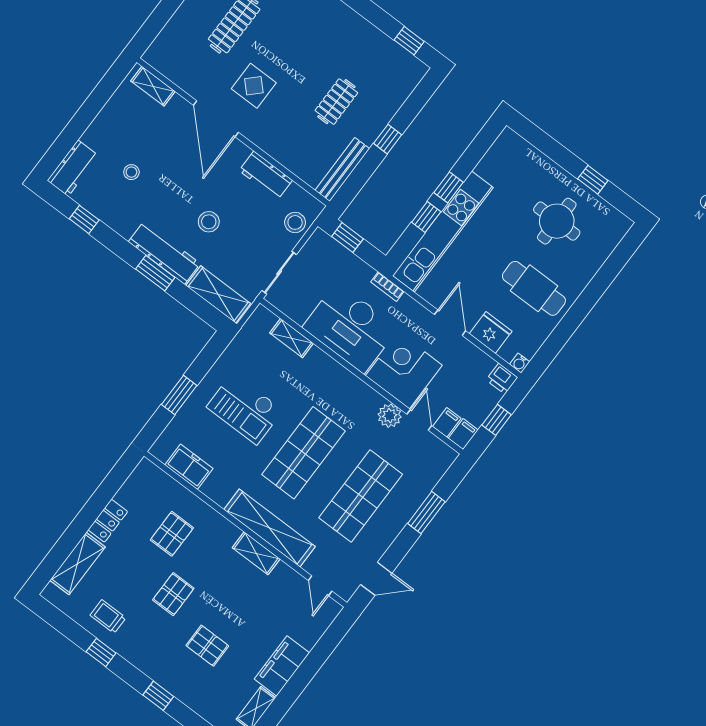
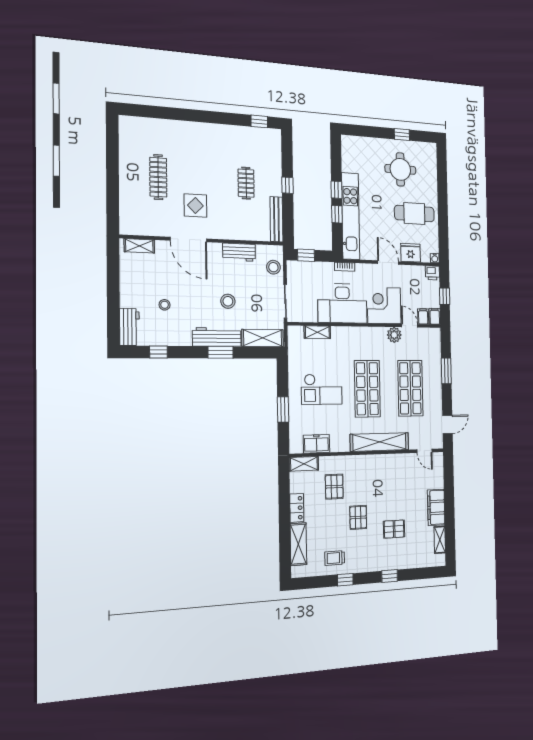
shelving: (256, 553) -> (304, 464), moved

